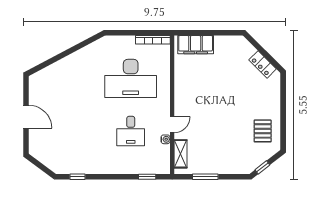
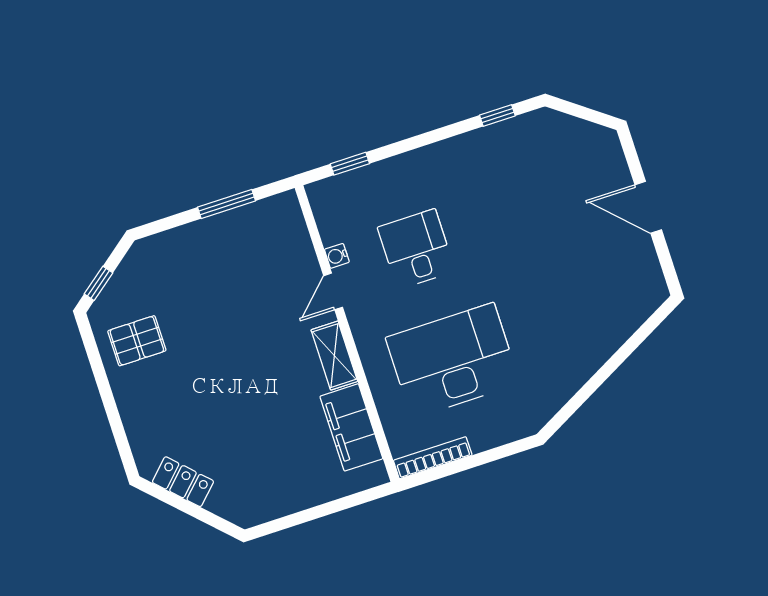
filing cabinet: (196, 45) -> (351, 427), moved, turned -90
pallet: (263, 131) -> (137, 341), turned 90
shelving: (180, 154) -> (334, 356), moved
window: (262, 167) -> (98, 283), moved

